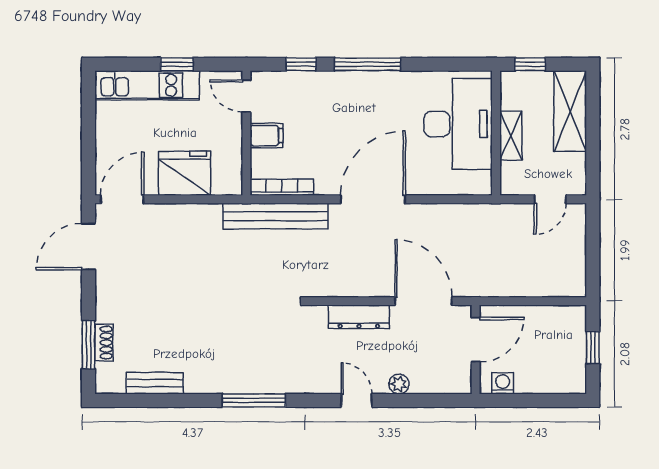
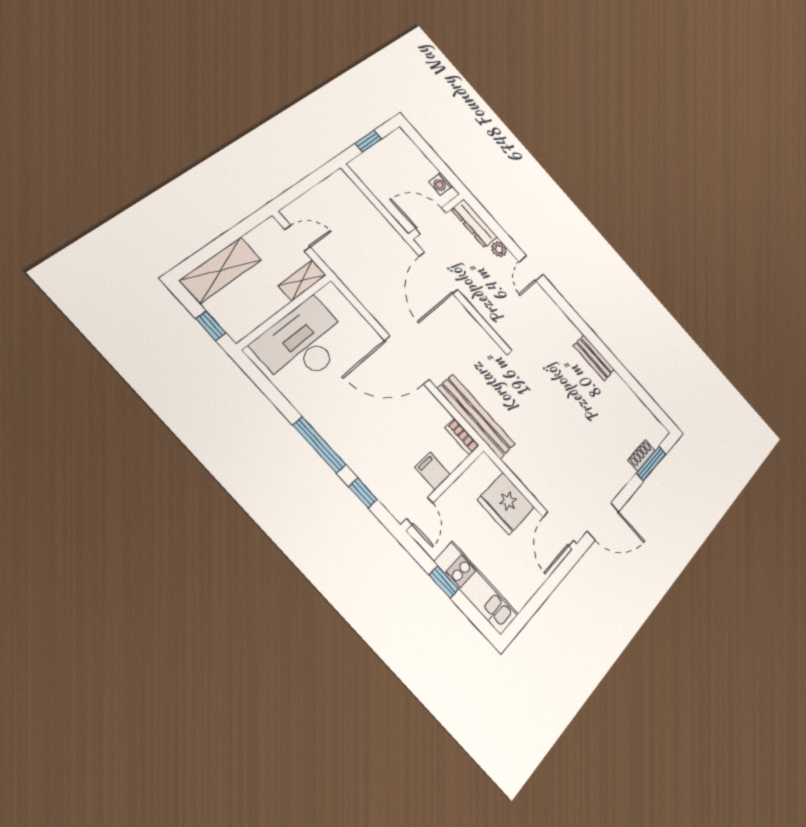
shelving: (511, 136) -> (302, 280), moved
bookcase: (282, 187) -> (462, 437), width x0.64
door: (122, 199) -> (558, 529), hinge flipped
dresser: (359, 317) -> (474, 223), moved, turned 180
bench: (155, 383) -> (594, 358), moved
window: (254, 400) -> (587, 332), removed

